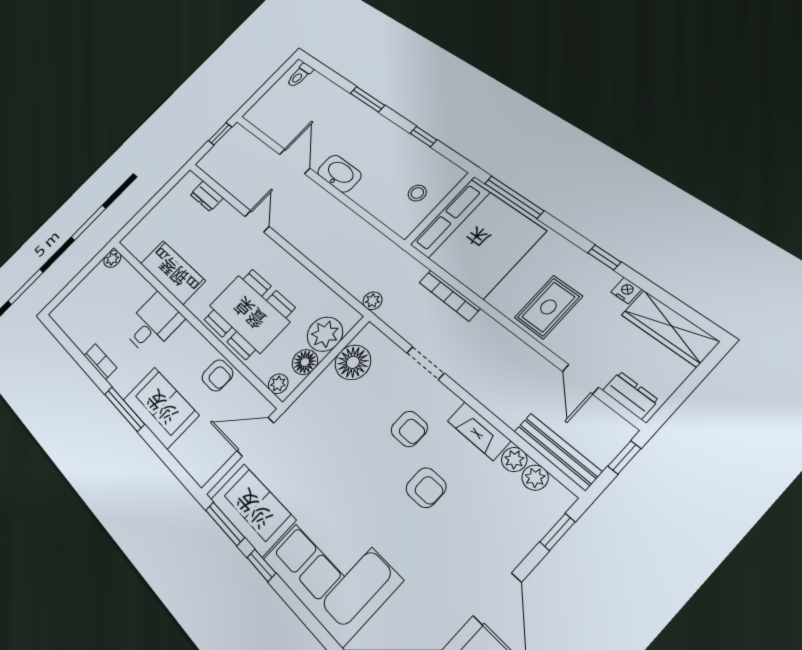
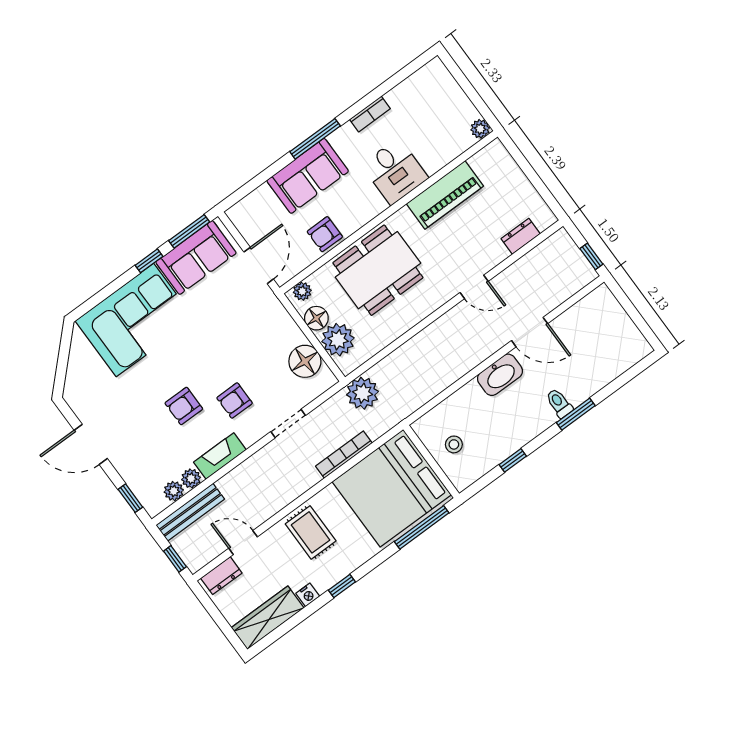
toilet: (300, 75) -> (559, 403), moved
plant: (373, 301) -> (363, 393), width x1.87, depth x1.87

